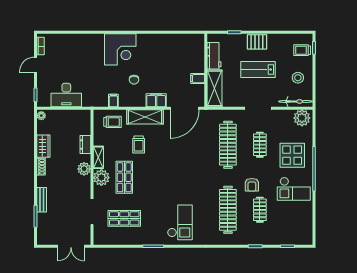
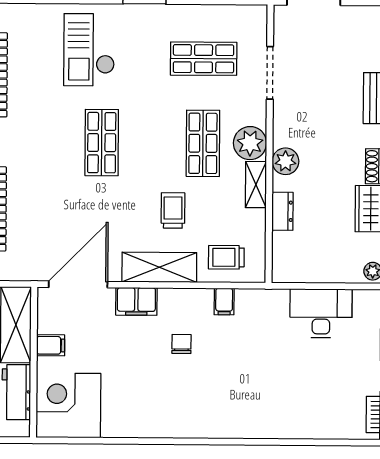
corner desk: (120, 49) -> (68, 405), moved
shop shelf: (173, 177) -> (102, 143), added

